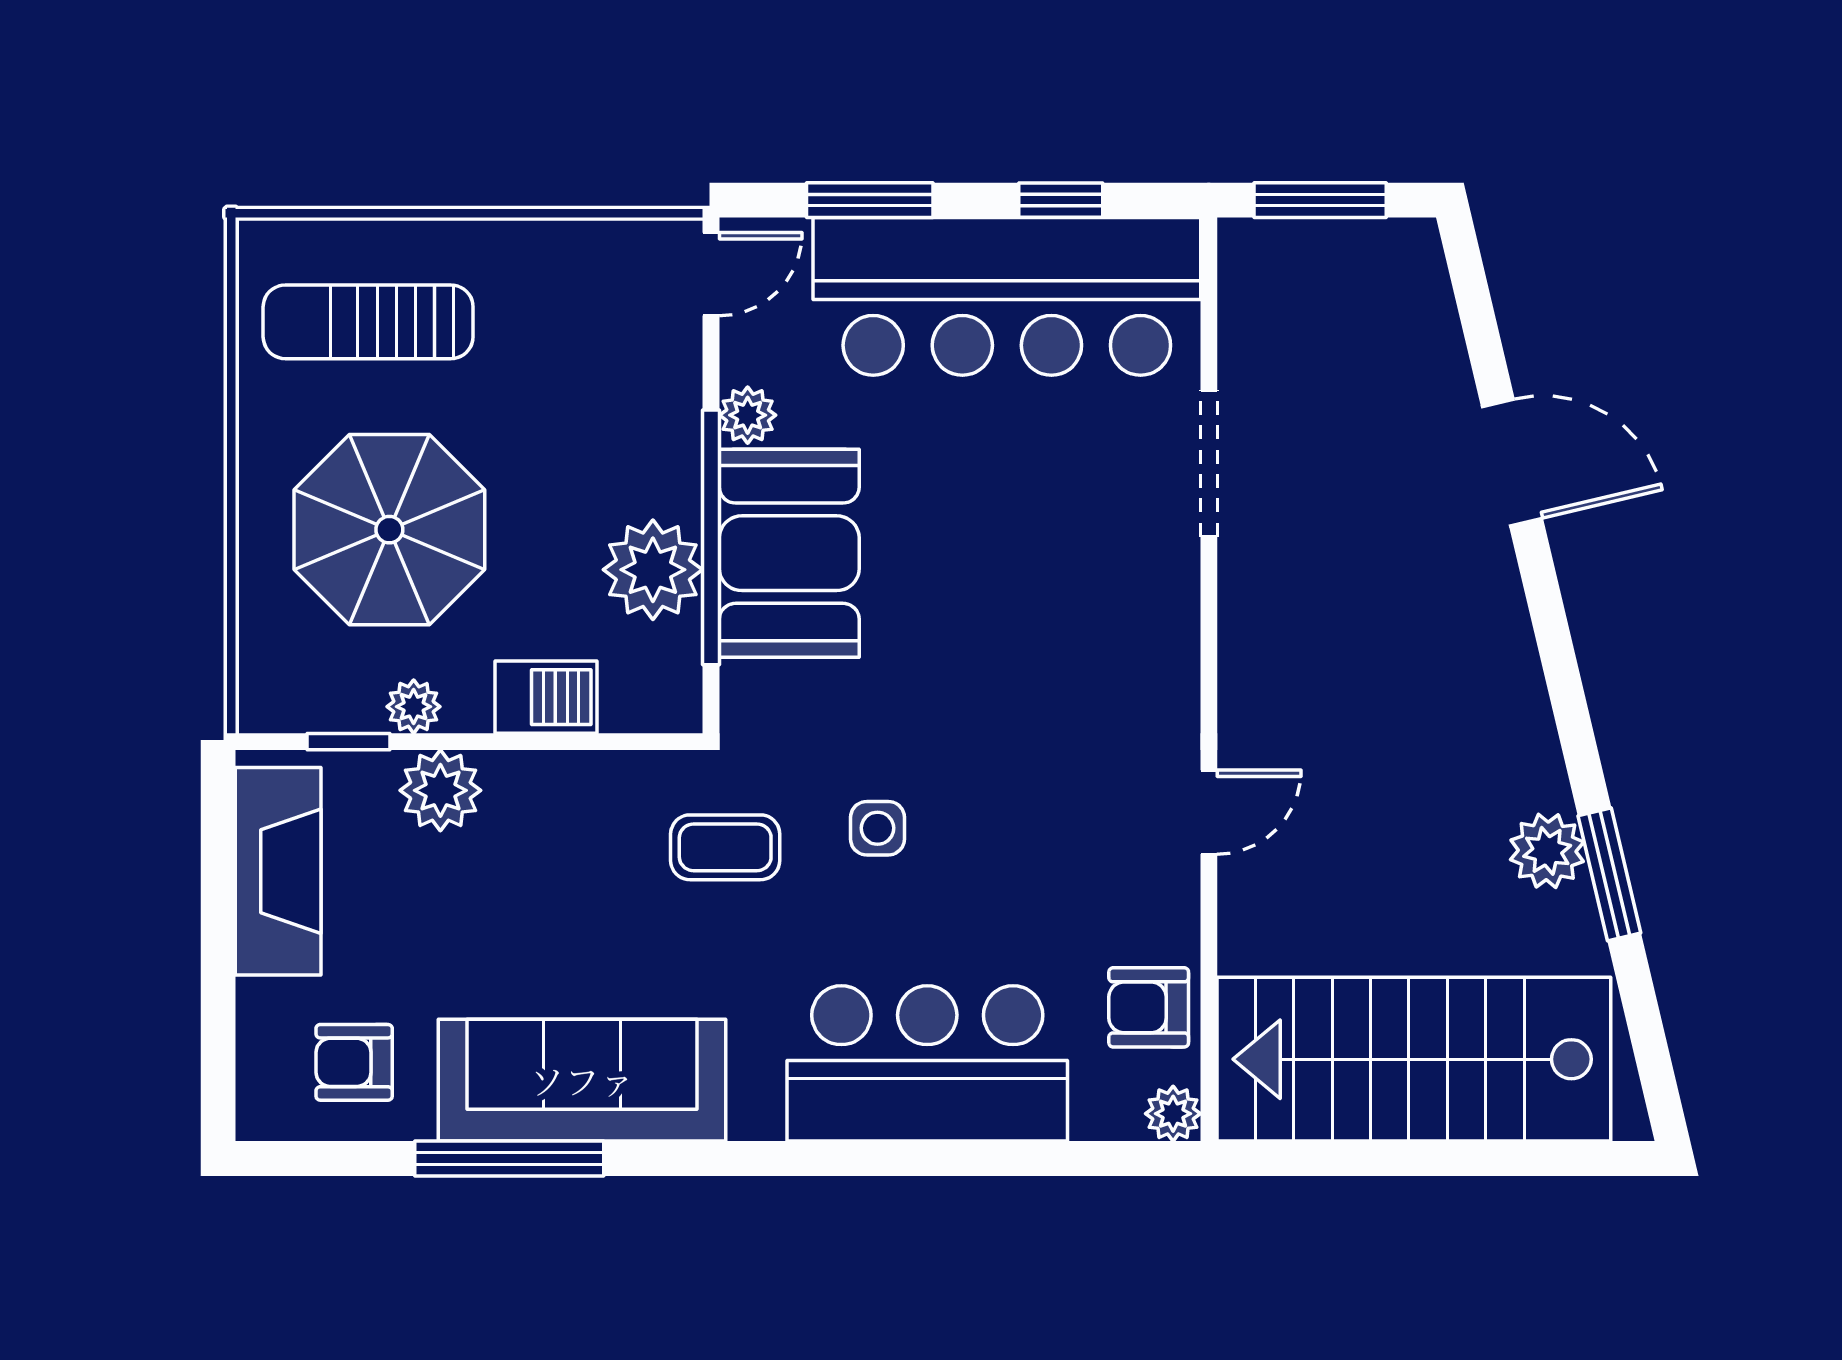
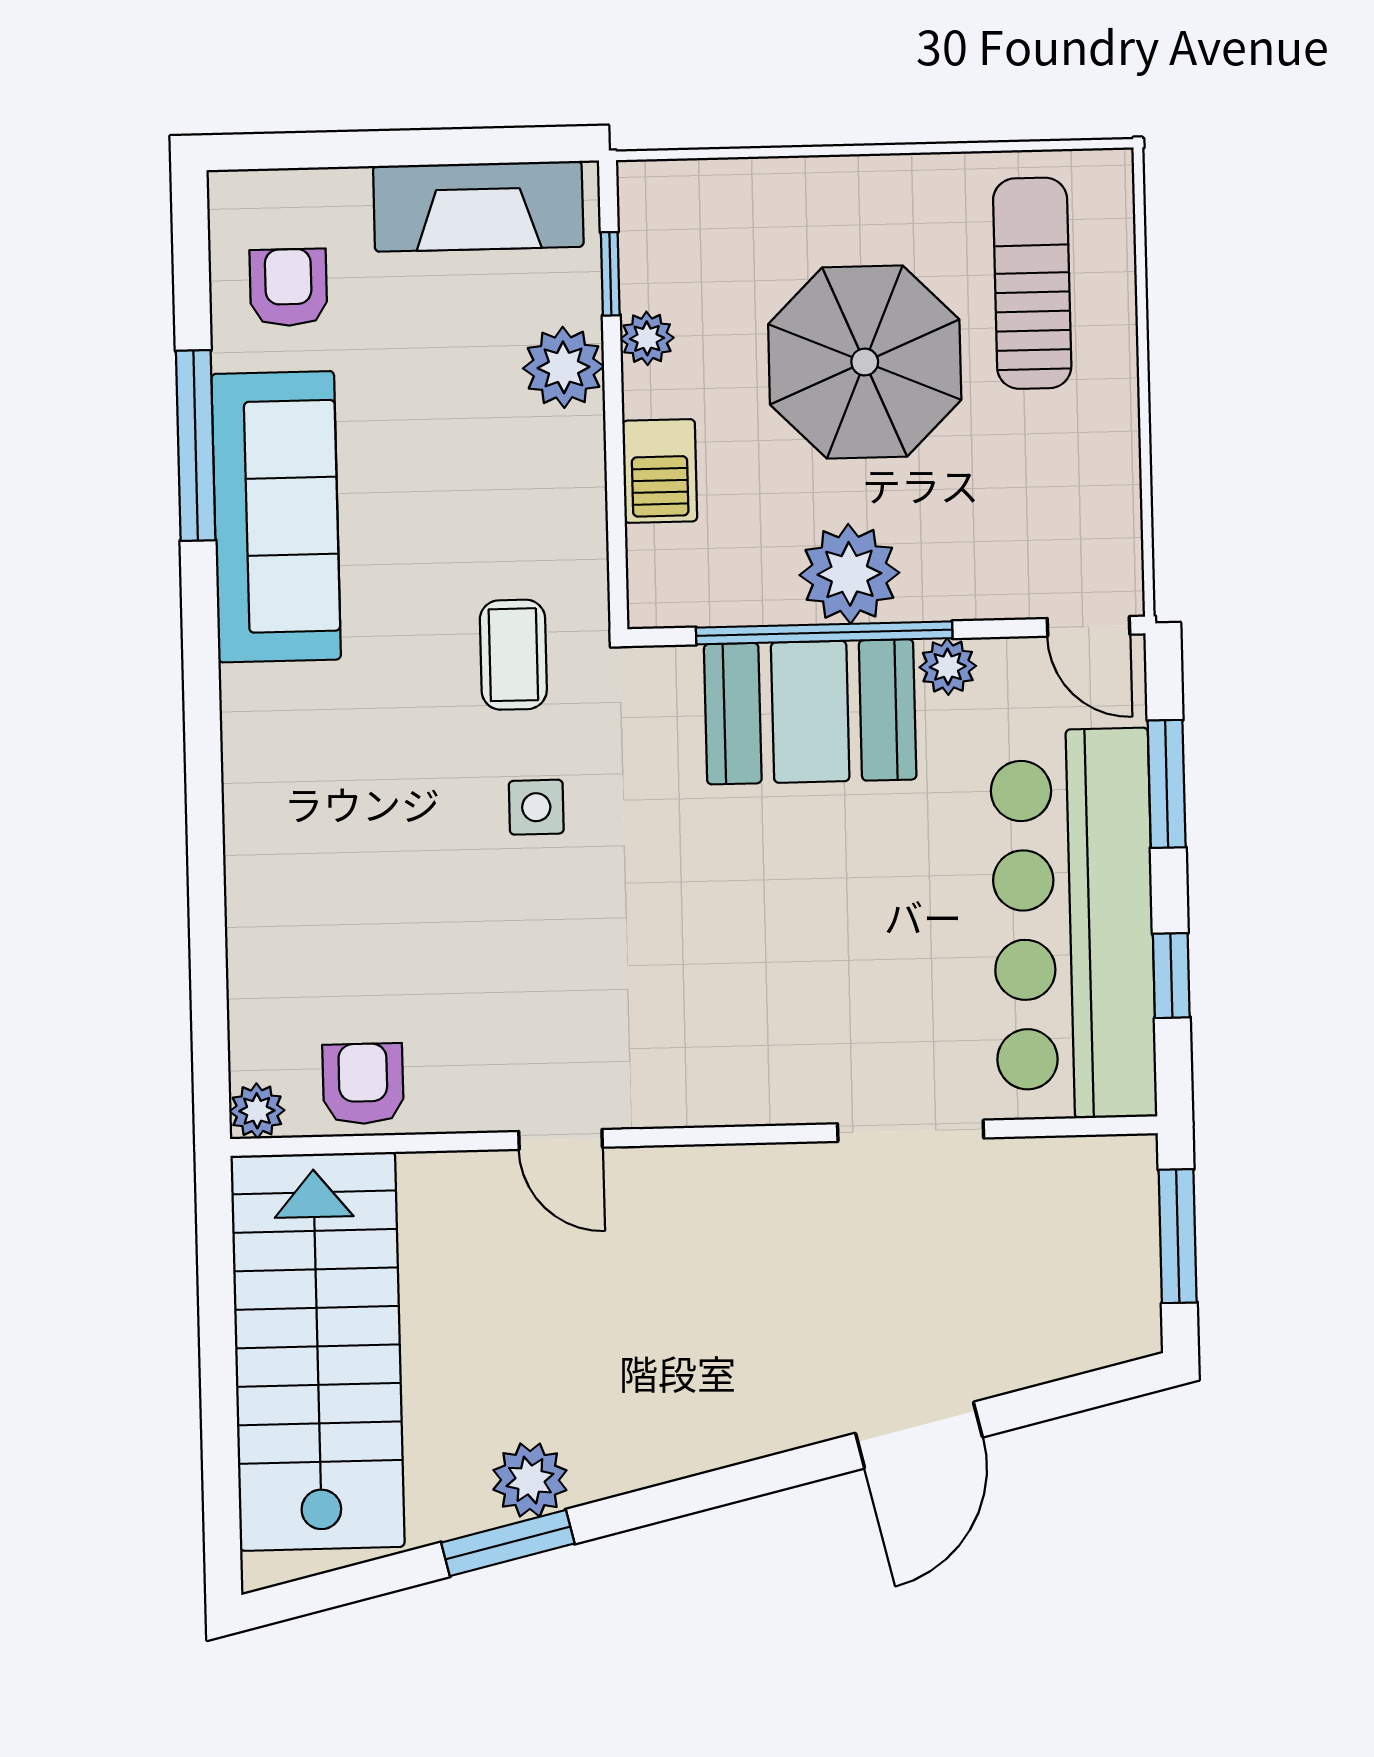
parasol: (389, 530) -> (865, 362), moved
plant: (653, 570) -> (849, 574), moved
bar counter: (927, 1063) -> (301, 863), removed

